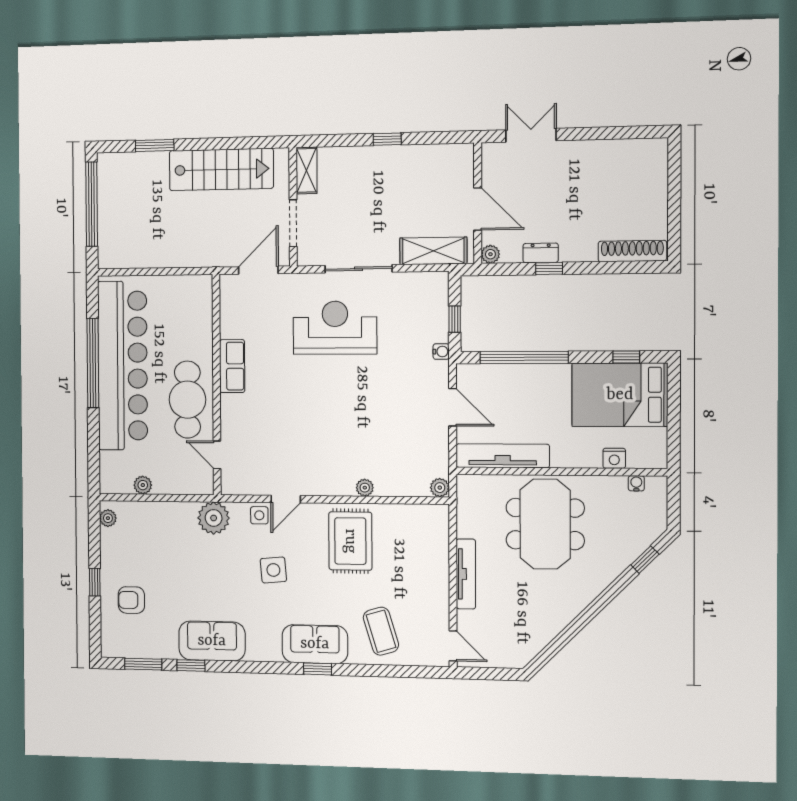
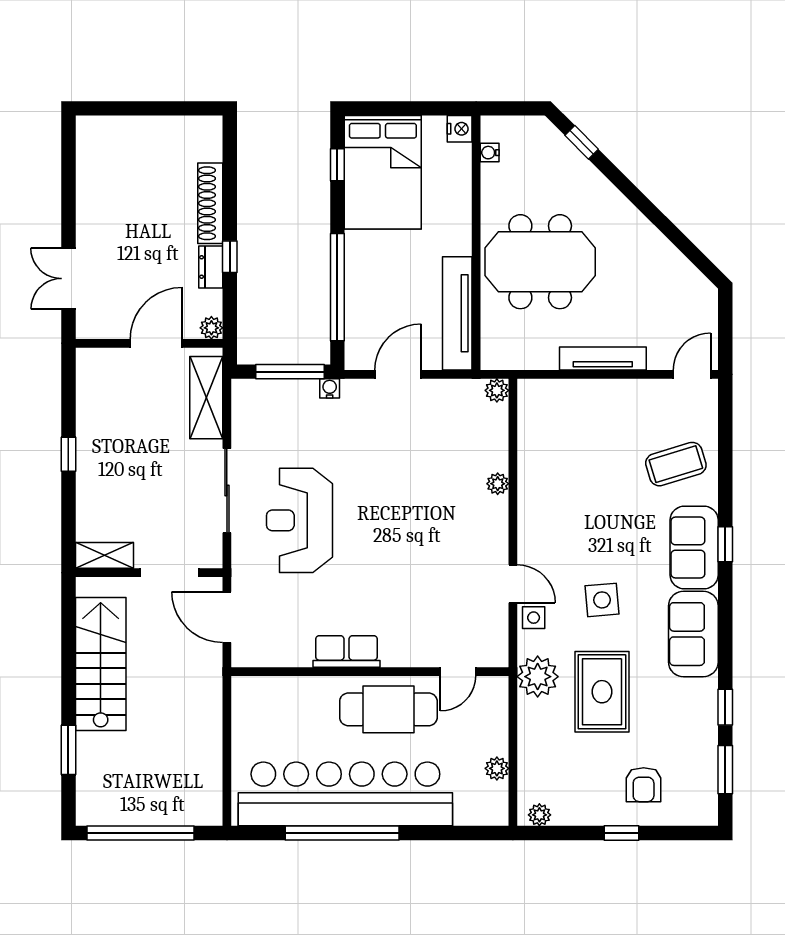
shoe rack: (632, 251) -> (210, 203), moved
window: (455, 319) -> (290, 372), width x2.17
nightstand: (614, 458) -> (460, 129), moved
rug: (350, 541) -> (602, 692), moved, turned 90
sofa: (212, 641) -> (693, 634), moved

